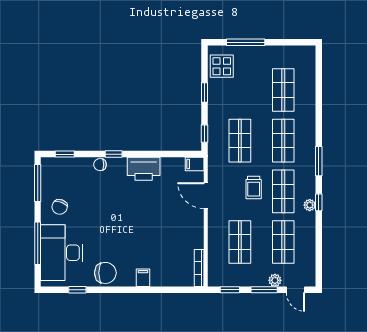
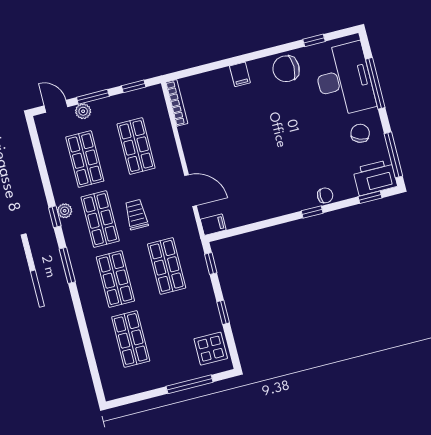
printer: (144, 169) -> (375, 177), moved

